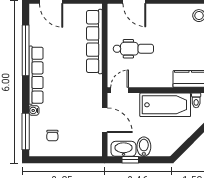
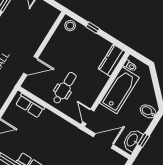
row of seats: (94, 42) -> (30, 106), width x0.50
bidet: (144, 147) -> (148, 111), moved

